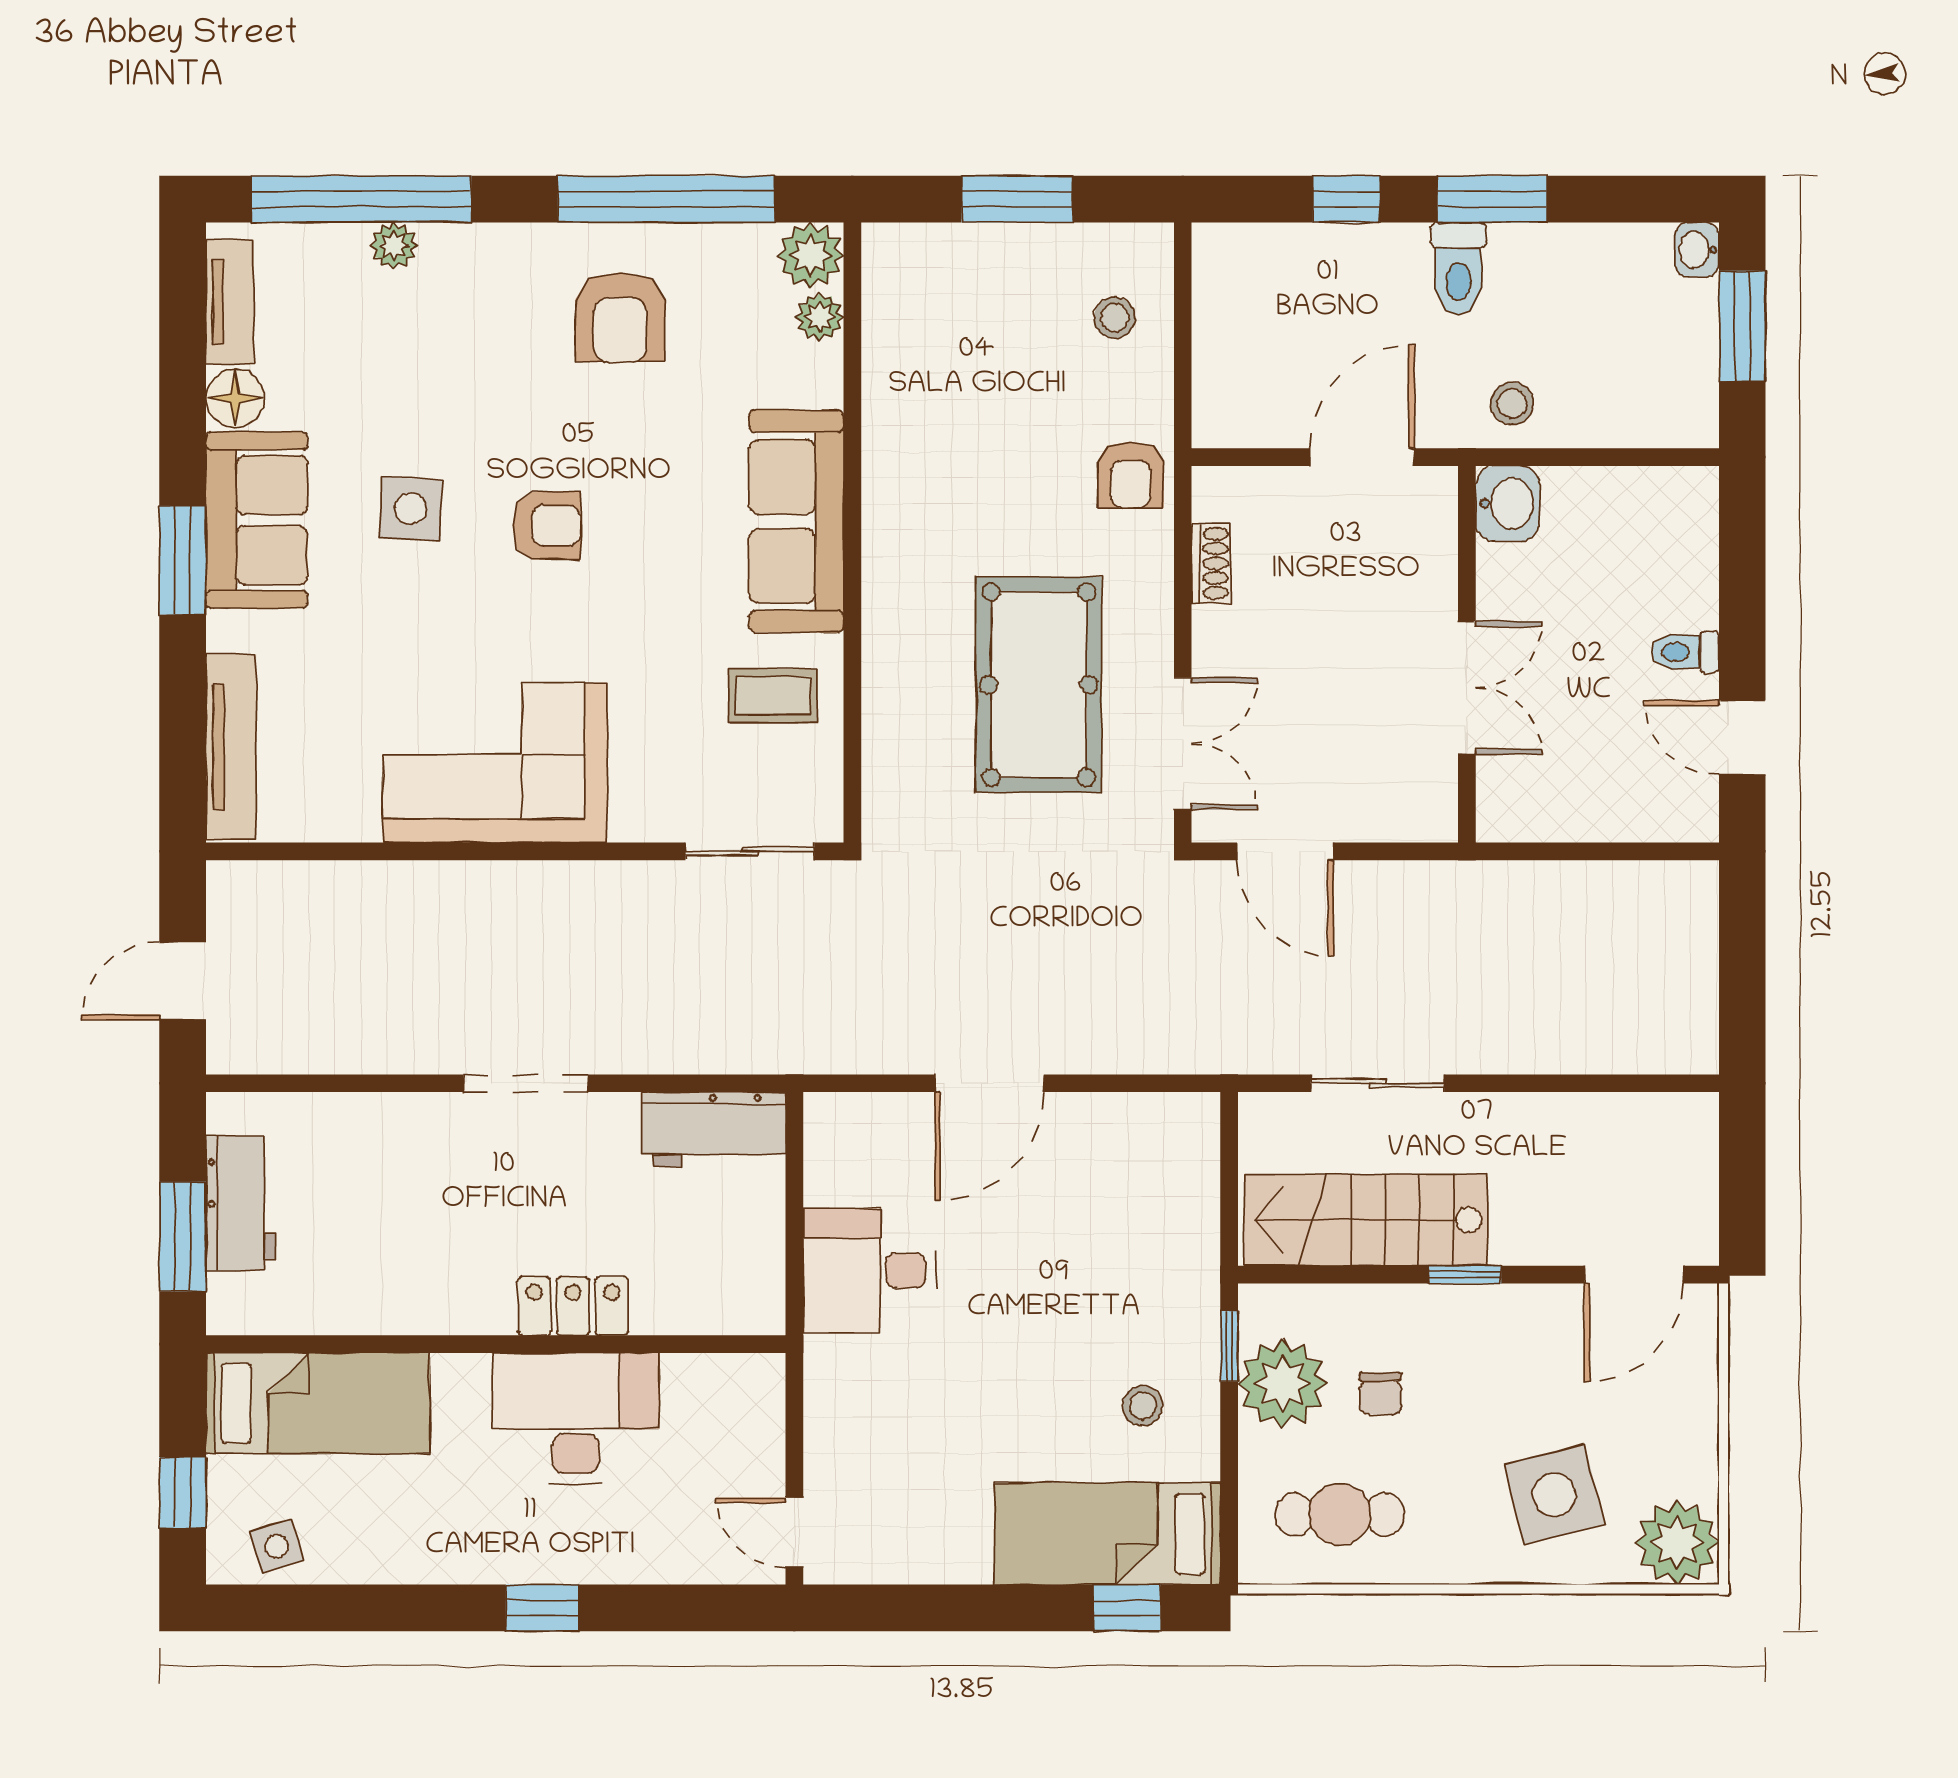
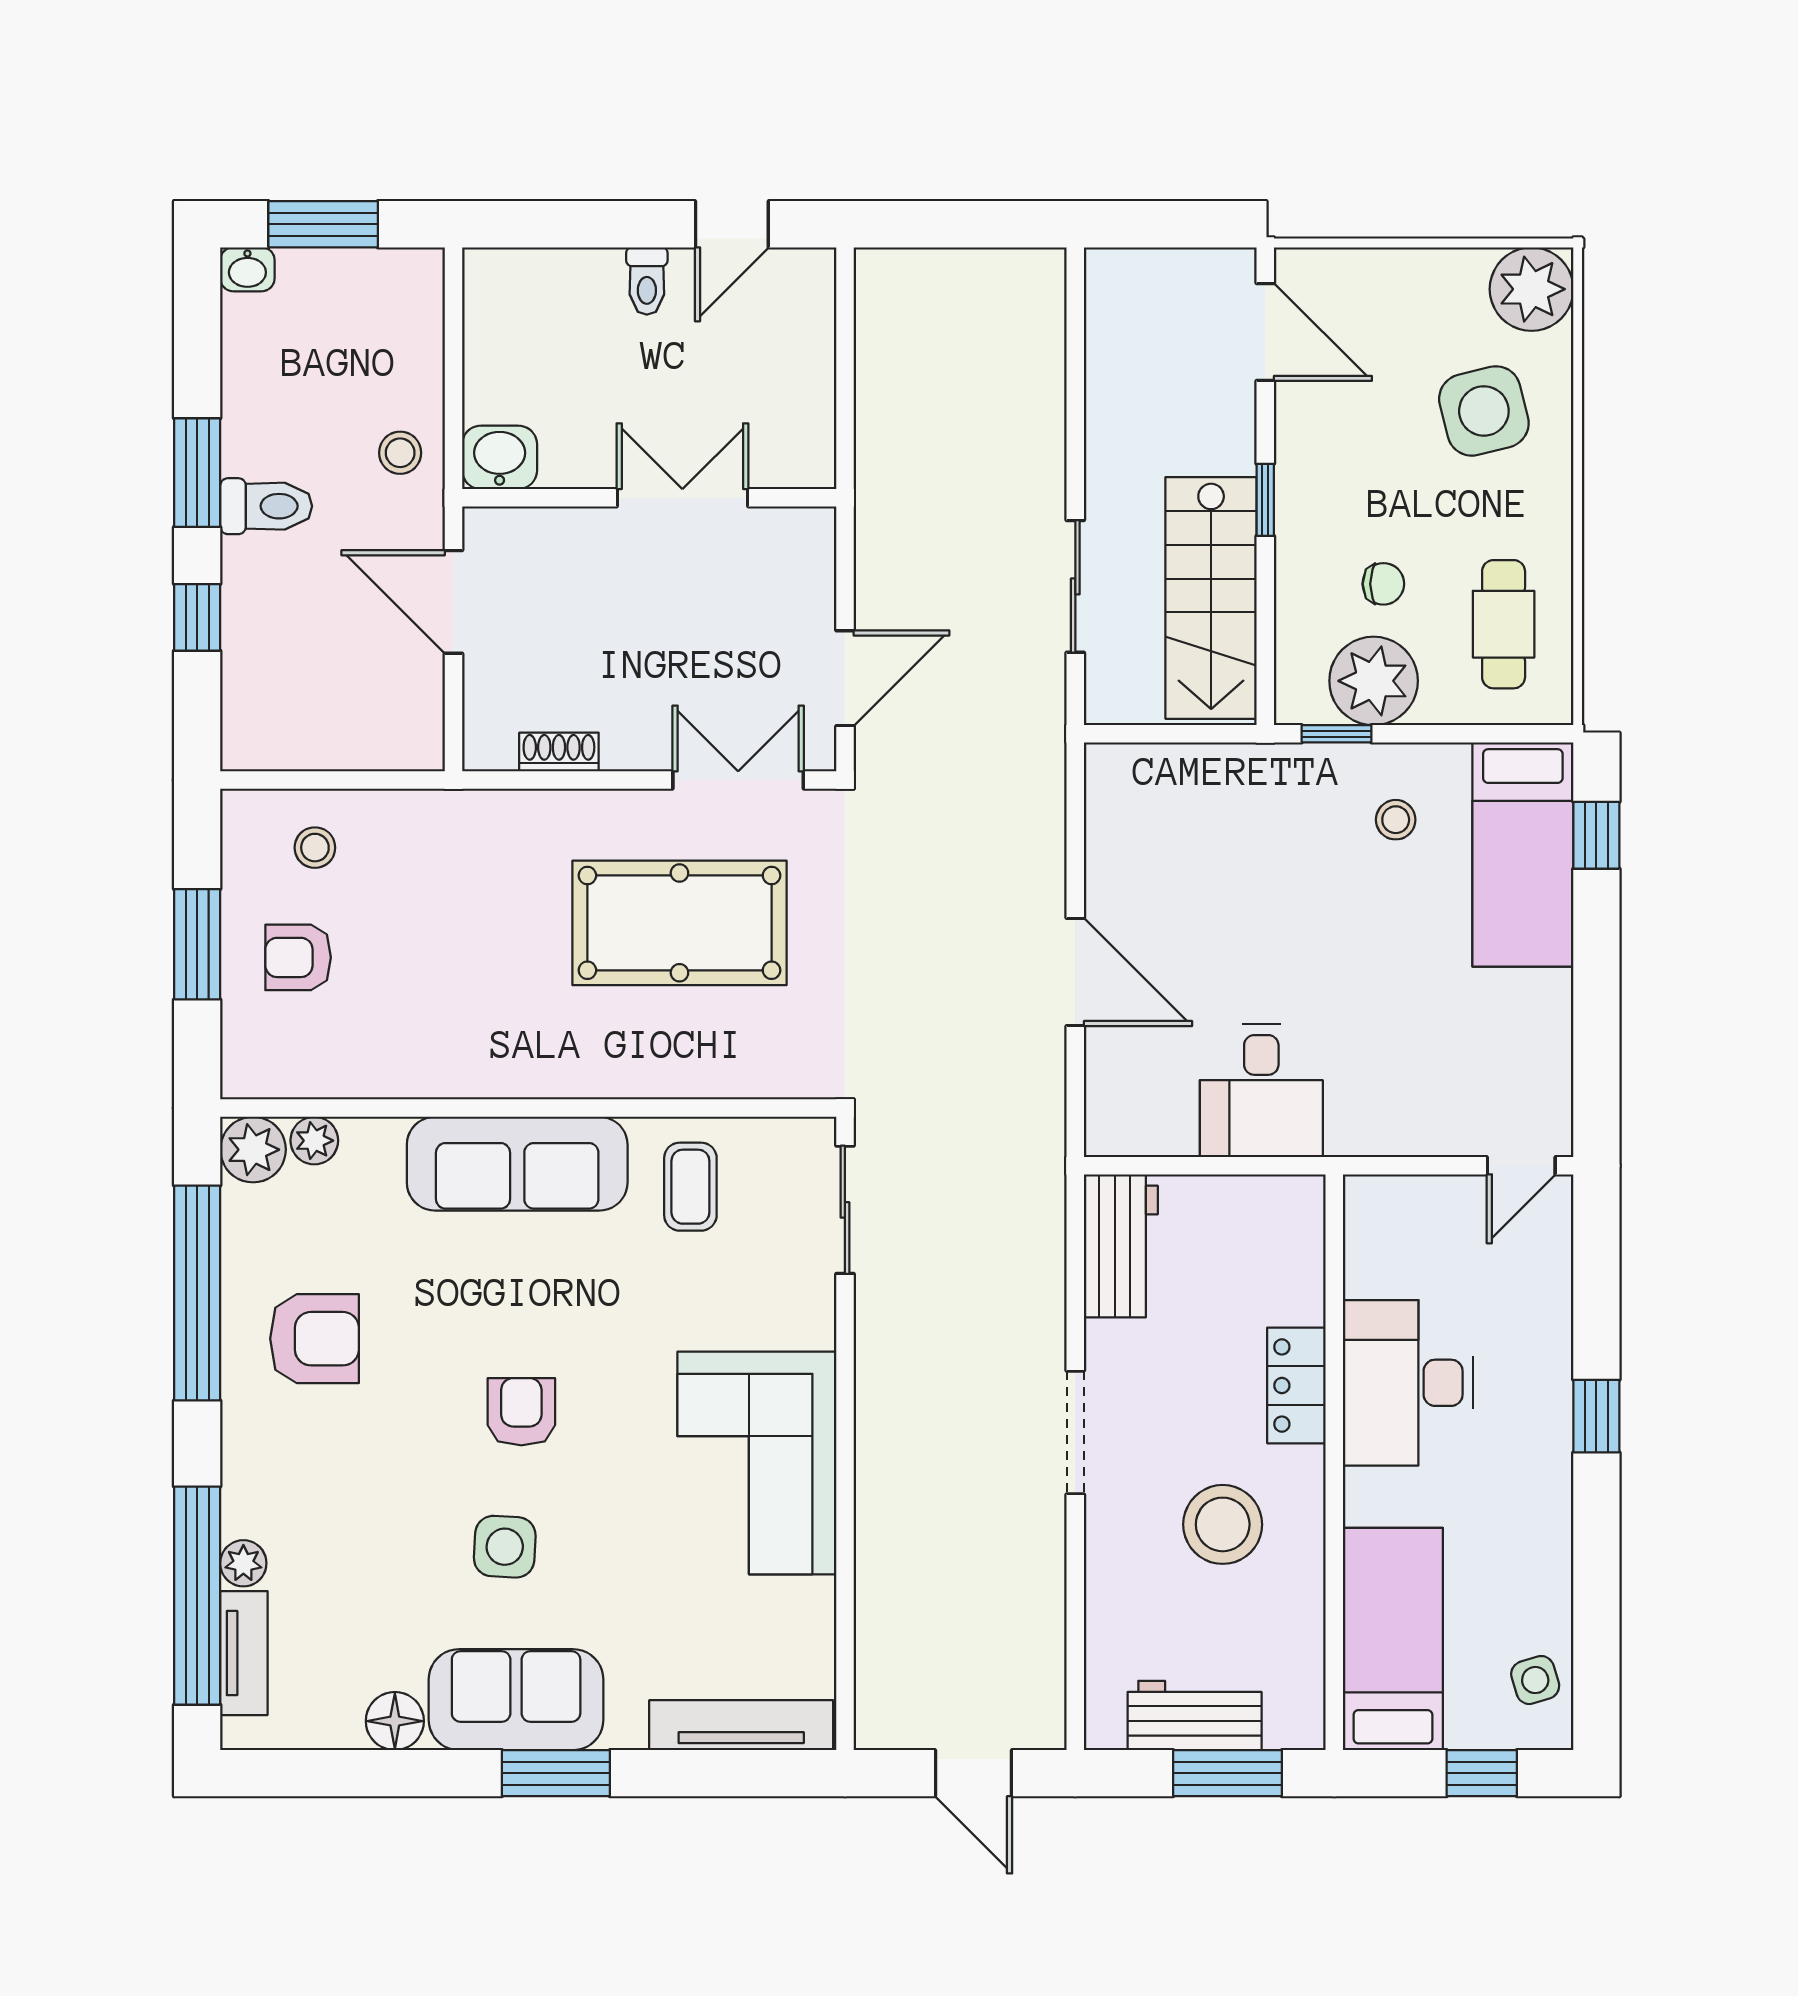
tv unit: (230, 302) -> (244, 1653), moved, turned 90
armchair: (1131, 475) -> (298, 957), moved, turned 180
stool: (433, 1232) -> (1223, 1524), added

